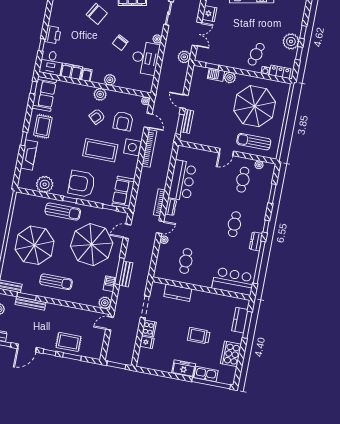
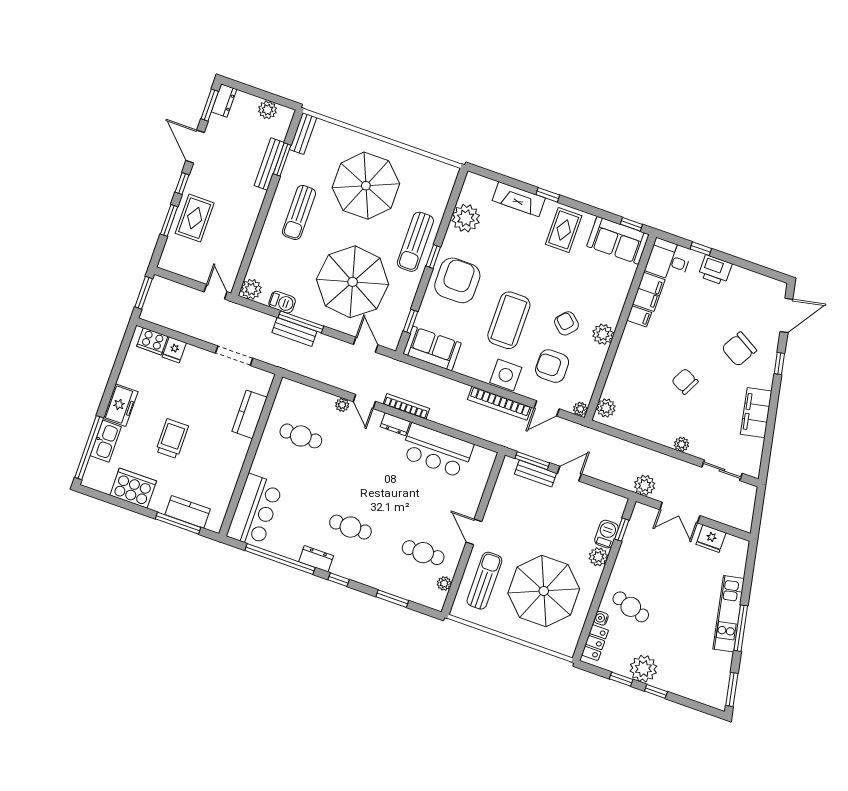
desk: (145, 58) -> (652, 420), removed
plant: (110, 80) -> (606, 408), moved
rug: (43, 126) -> (564, 230), turned 90
cooker: (149, 329) -> (152, 341), moved

